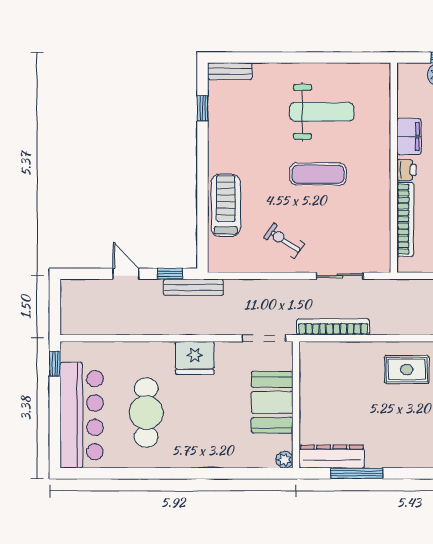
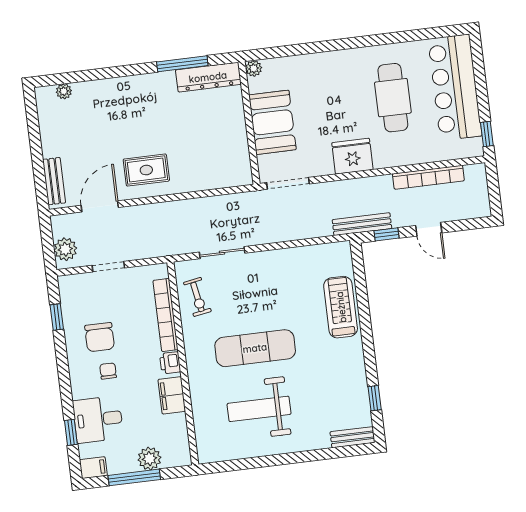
exercise mat: (318, 174) -> (255, 348), width x1.36, depth x1.45
treadmill: (226, 205) -> (341, 307), turned 180
exercise bike: (284, 240) -> (197, 297), moved, turned 46
bookcase: (333, 327) -> (428, 177), moved

